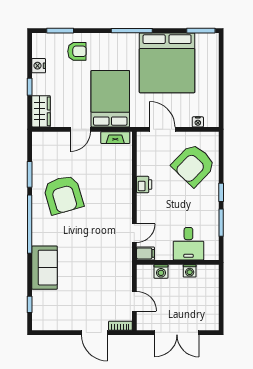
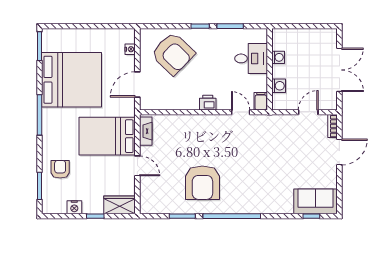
printer: (144, 185) -> (208, 103), moved
armchair: (63, 195) -> (202, 183), turned 106
sofa: (45, 268) -> (316, 201), moved

